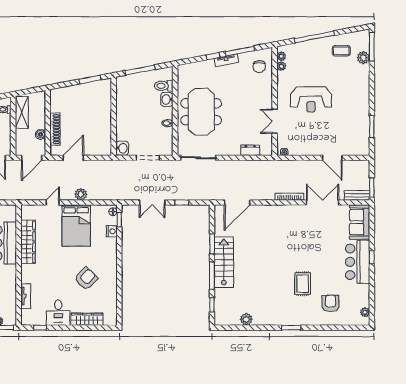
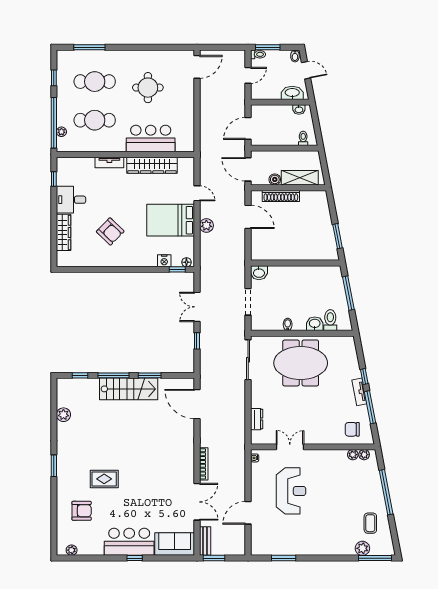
reception desk: (311, 99) -> (291, 491), moved, turned 180
shelving: (22, 112) -> (300, 178), moved
tv unit: (26, 296) -> (109, 162), moved

